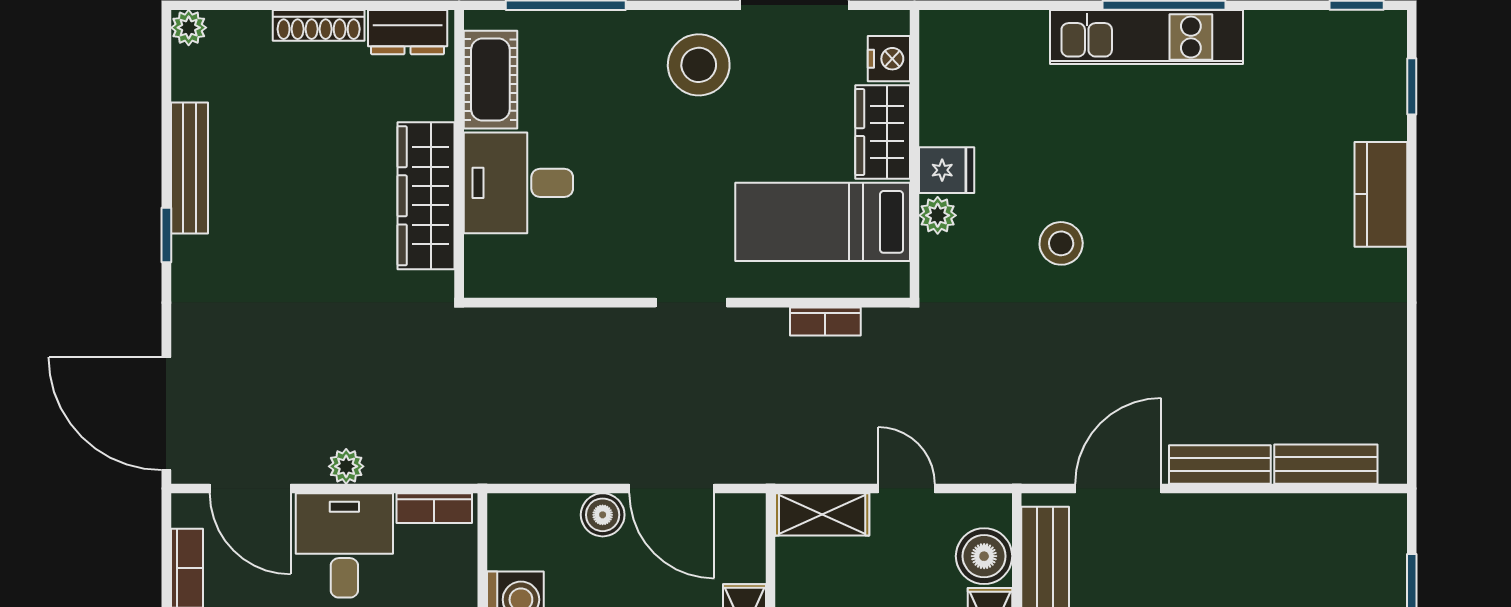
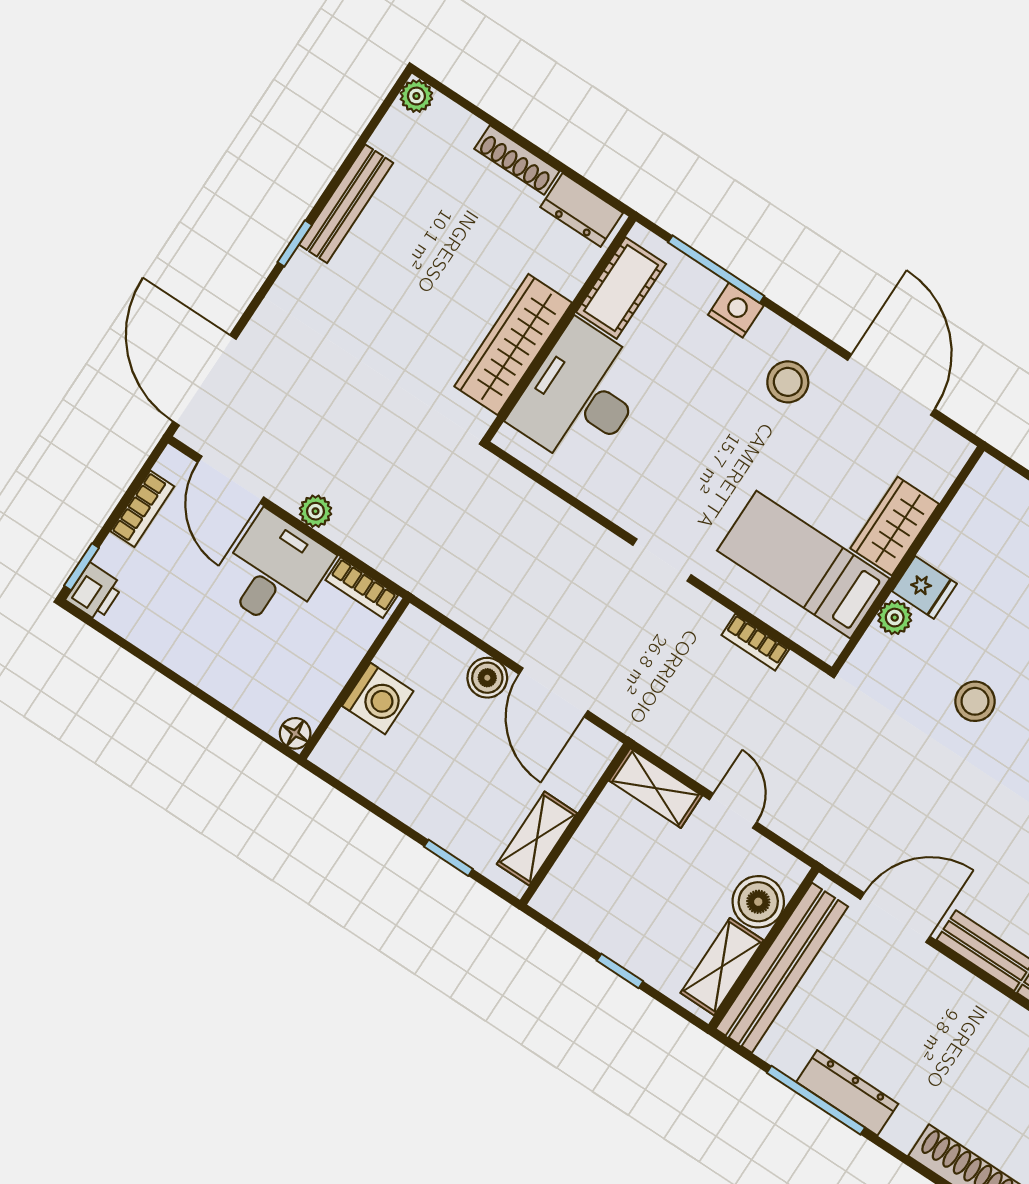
nightstand: (889, 59) -> (736, 310), moved, turned -90
stool: (699, 65) -> (788, 382), width x0.73, depth x0.73
desk: (518, 183) -> (581, 396), width x1.37

